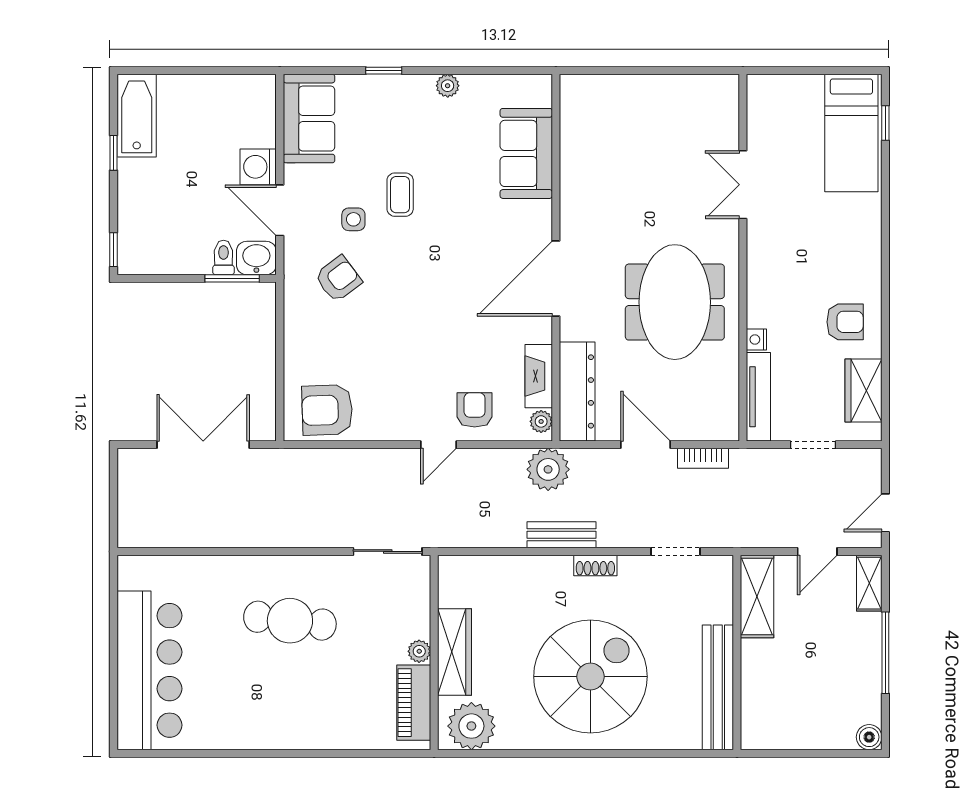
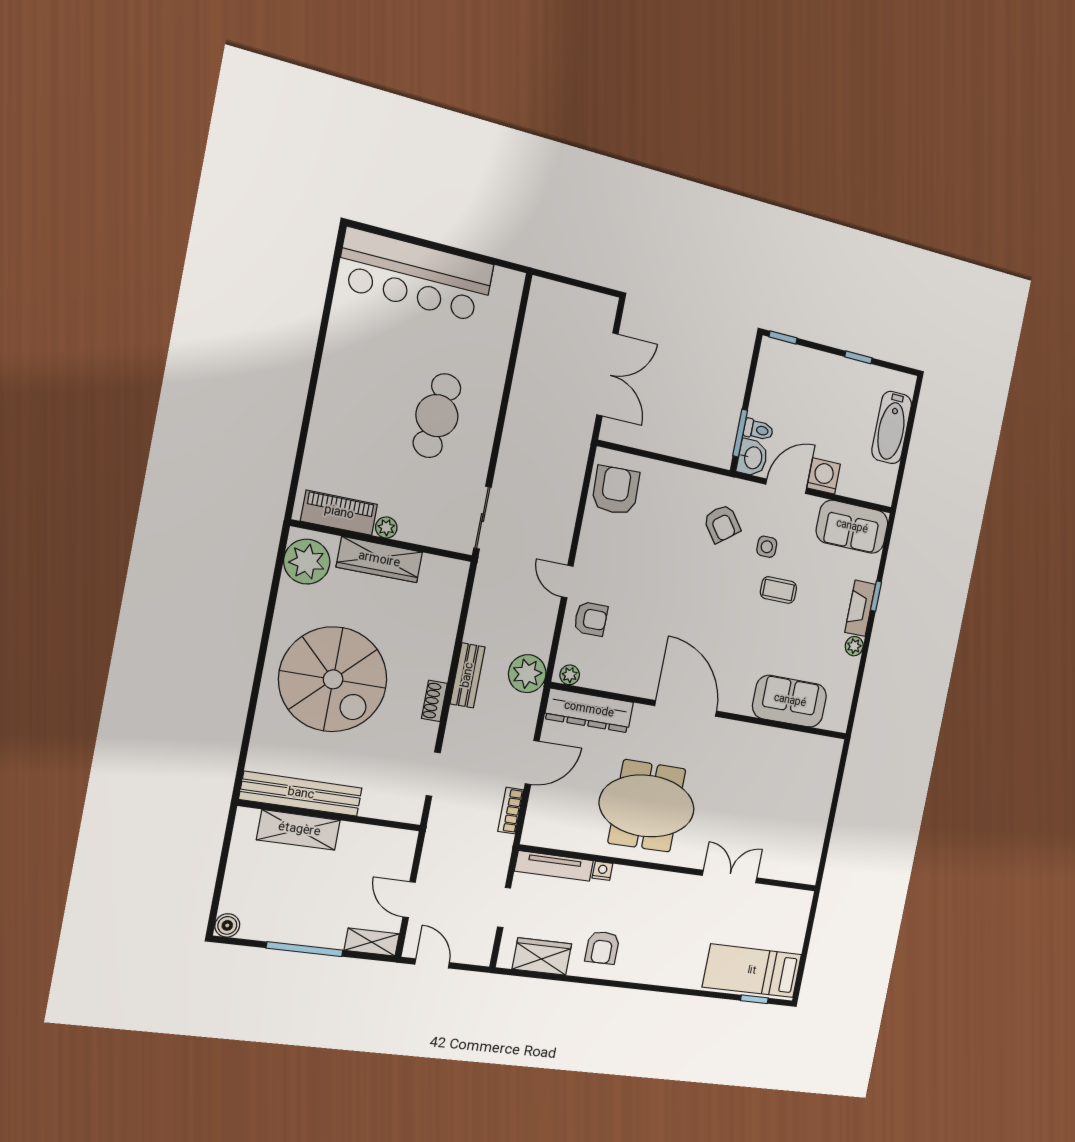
bathtub: (137, 116) -> (892, 428), moved, turned 90
fireplace: (539, 376) -> (860, 608), moved, turned -90
shelving: (757, 596) -> (299, 830), moved

